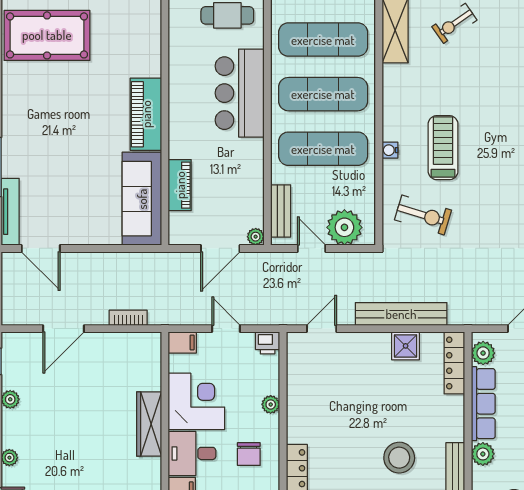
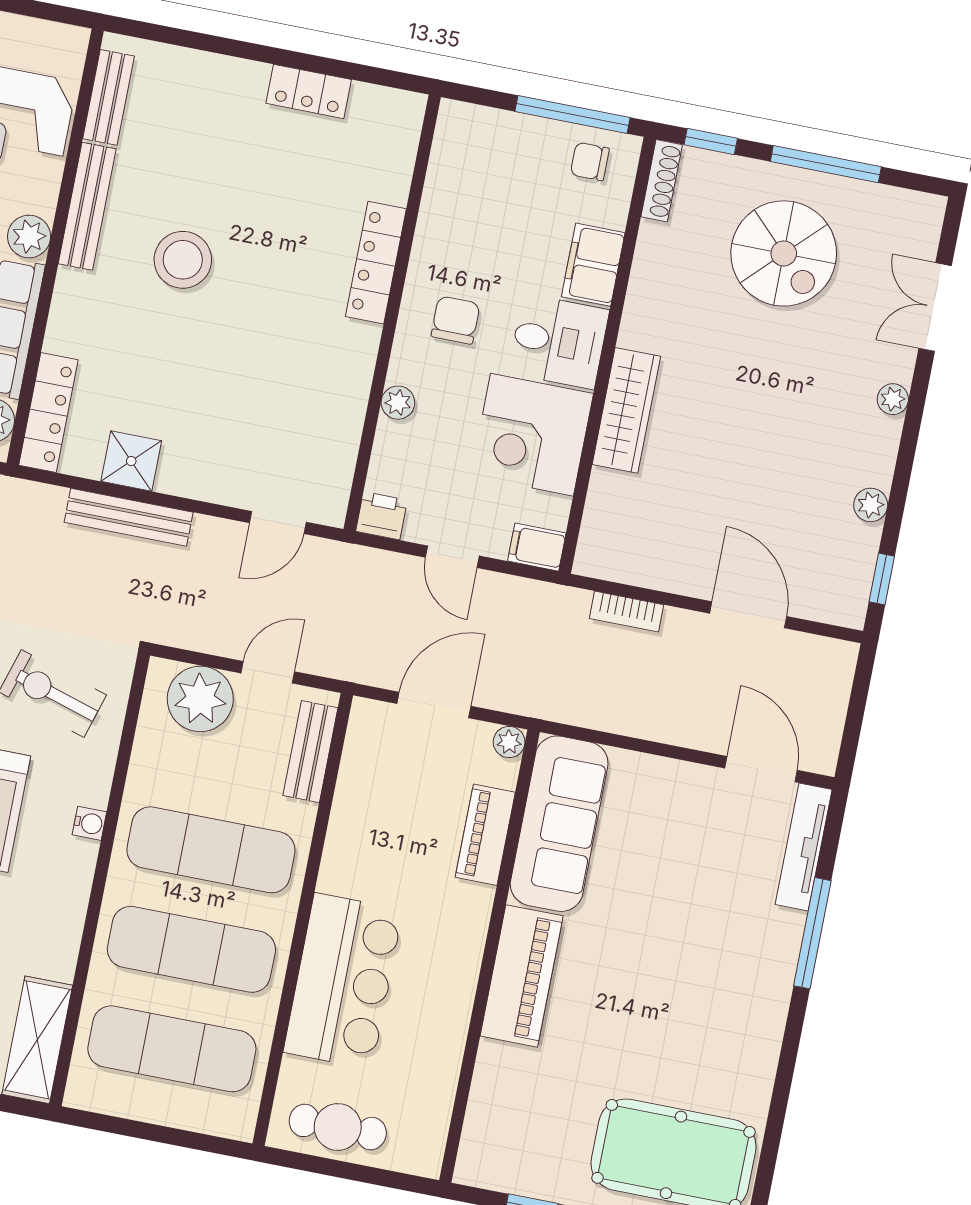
plant: (256, 237) -> (509, 742), moved
door: (311, 248) -> (268, 672), swing flipped
bench: (401, 314) -> (129, 517), width x0.73, depth x0.82
door: (64, 329) -> (748, 615), hinge flipped

